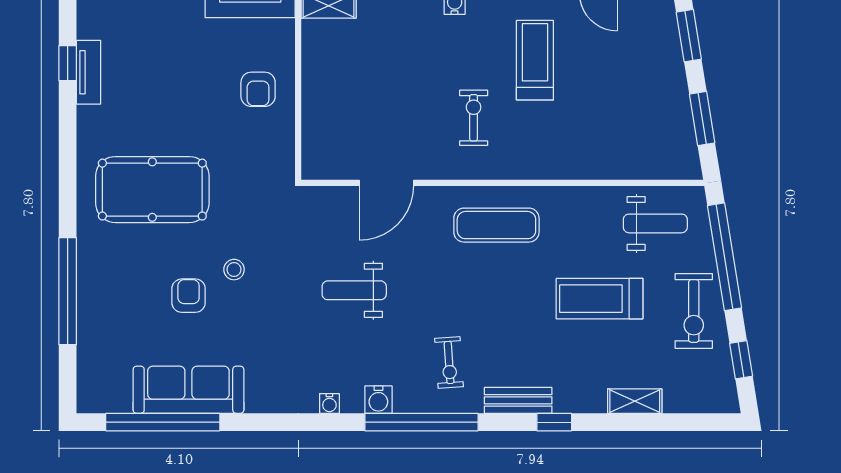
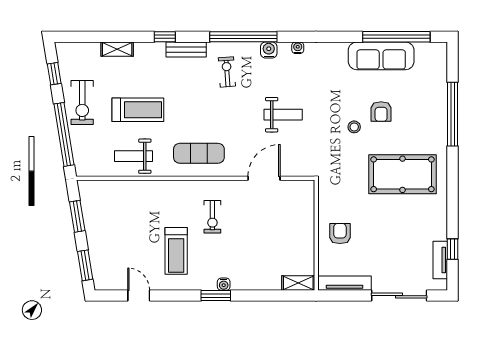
tv unit: (89, 72) -> (440, 260), moved
weight bench: (655, 223) -> (133, 156), moved
exercise bike: (694, 311) -> (82, 102), turned 180

